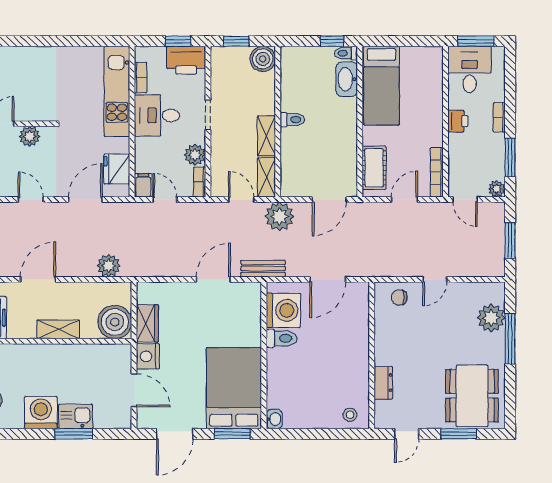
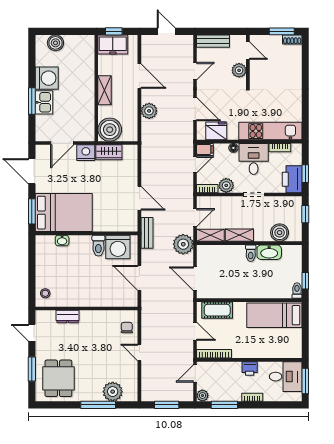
boiler: (263, 59) -> (280, 233), moved
washbasin: (347, 79) -> (269, 252), moved, turned 180
floor lamp: (141, 144) -> (233, 148), added
plant: (109, 266) -> (149, 111), moved
dining table: (472, 396) -> (58, 378), width x0.73
washbasin: (274, 419) -> (62, 241), moved

